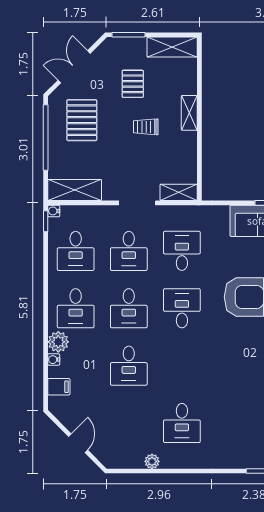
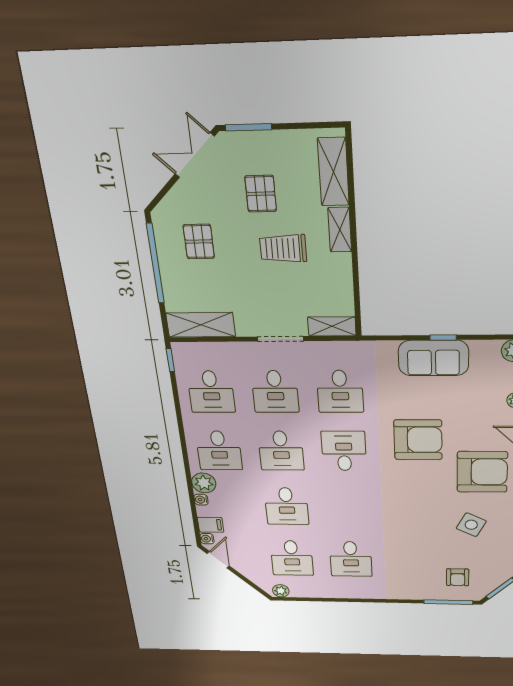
shelving: (172, 47) -> (333, 172), moved, turned 90
double door: (74, 67) -> (195, 155), moved
pallet: (82, 120) -> (199, 242), width x0.67, depth x0.71
trolley: (146, 127) -> (283, 248), width x1.36, depth x1.39
water cooler: (54, 211) -> (207, 539), moved
desk: (182, 251) -> (340, 391), turned 180
desk: (129, 423) -> (292, 558), added
door: (78, 443) -> (218, 560), moved
plant: (152, 461) -> (281, 591), moved

